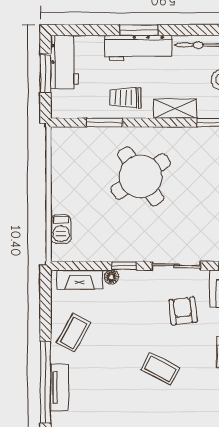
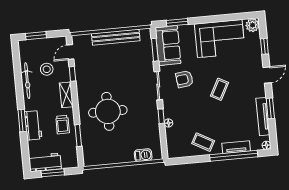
workbench: (138, 48) -> (33, 125), width x0.73
round table: (141, 176) -> (108, 111), turned 34
fireplace: (80, 280) -> (172, 141), removed

